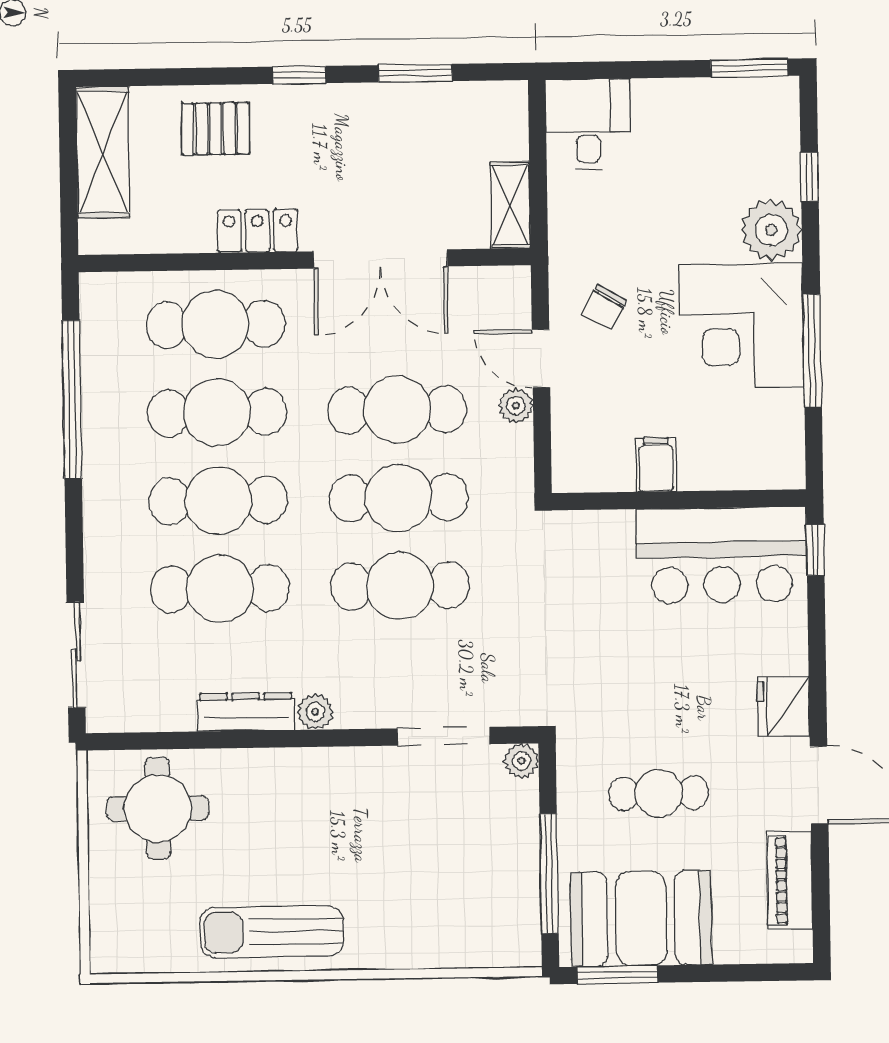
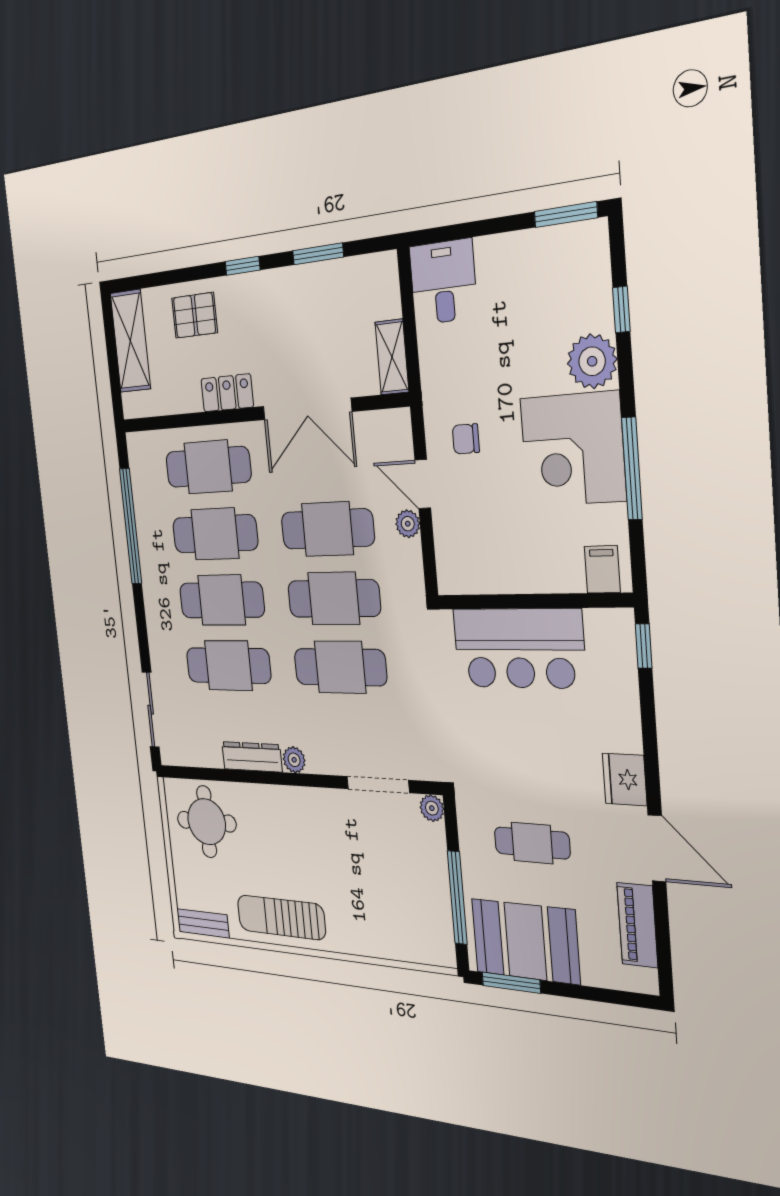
chair: (604, 307) -> (466, 439), turned 61
filing cabinet: (656, 465) -> (602, 569), moved
bar counter: (722, 555) -> (519, 648), moved
bench: (134, 957) -> (203, 923), added

